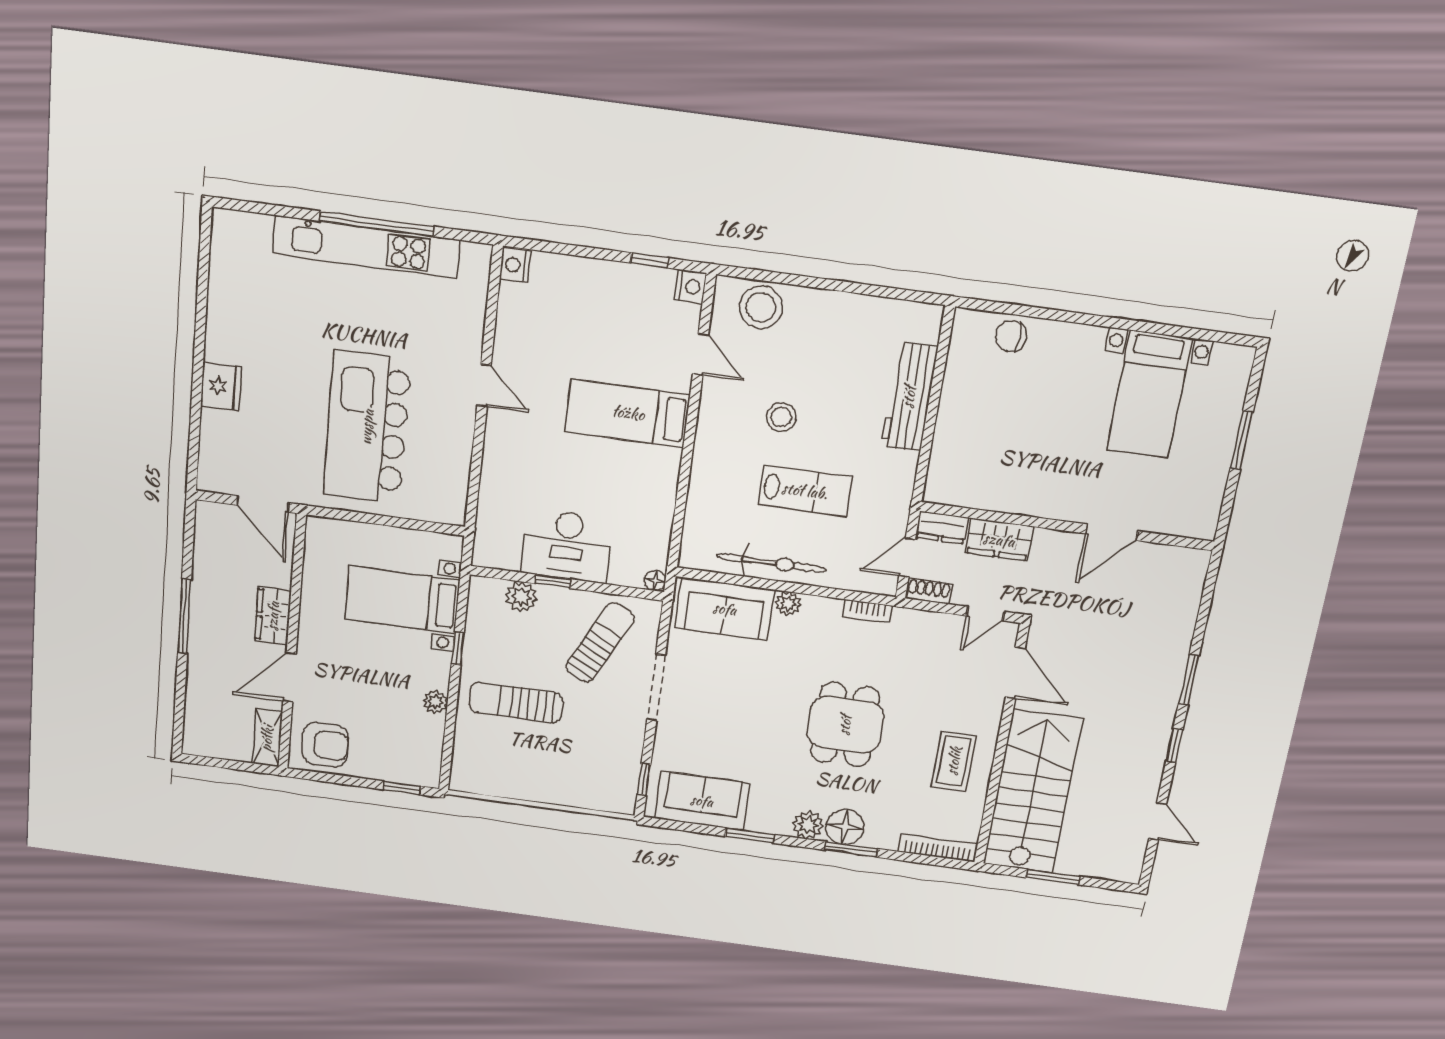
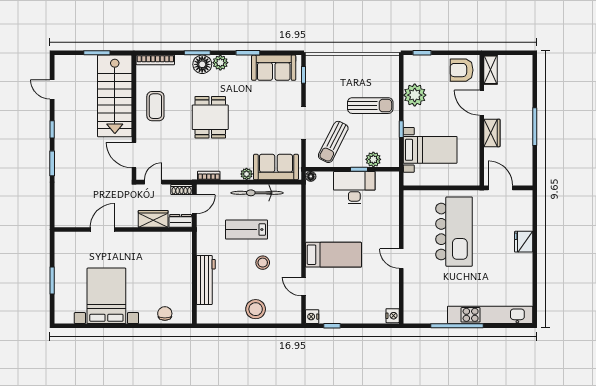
kitchen unit: (366, 247) -> (490, 315), moved
stool: (761, 307) -> (256, 309), moved
chair: (1011, 336) -> (165, 314), turned -90
bed with nightstands: (1149, 394) -> (106, 296), width x1.36
door: (289, 677) -> (482, 103), swing flipped
plant: (435, 702) -> (415, 95), width x1.87, depth x1.87

